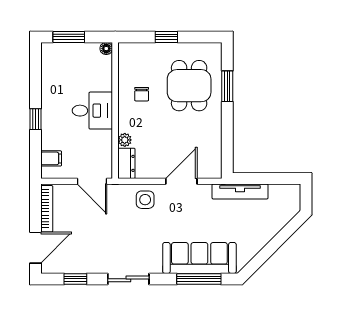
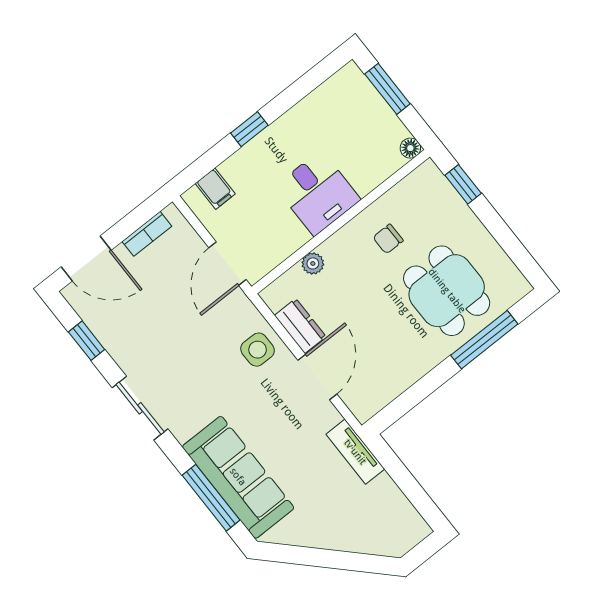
window: (166, 37) -> (463, 184), moved
dining table: (189, 86) -> (447, 291), turned 90
window: (227, 86) -> (484, 340), width x1.44
dresser: (126, 163) -> (300, 326), moved, turned -90
door: (181, 181) -> (317, 377), hinge flipped
tv unit: (240, 191) -> (355, 452), width x0.71
bookcase: (47, 209) -> (147, 234), width x0.64

